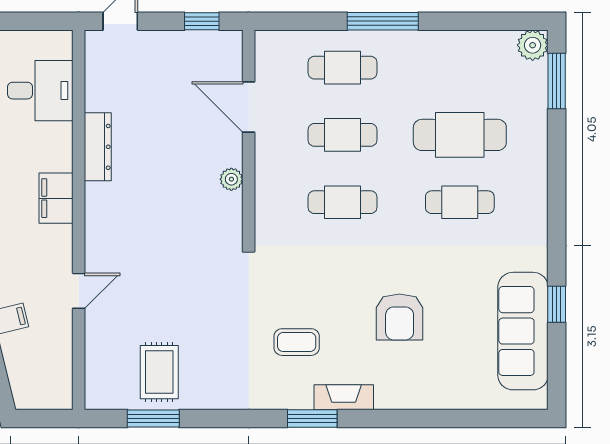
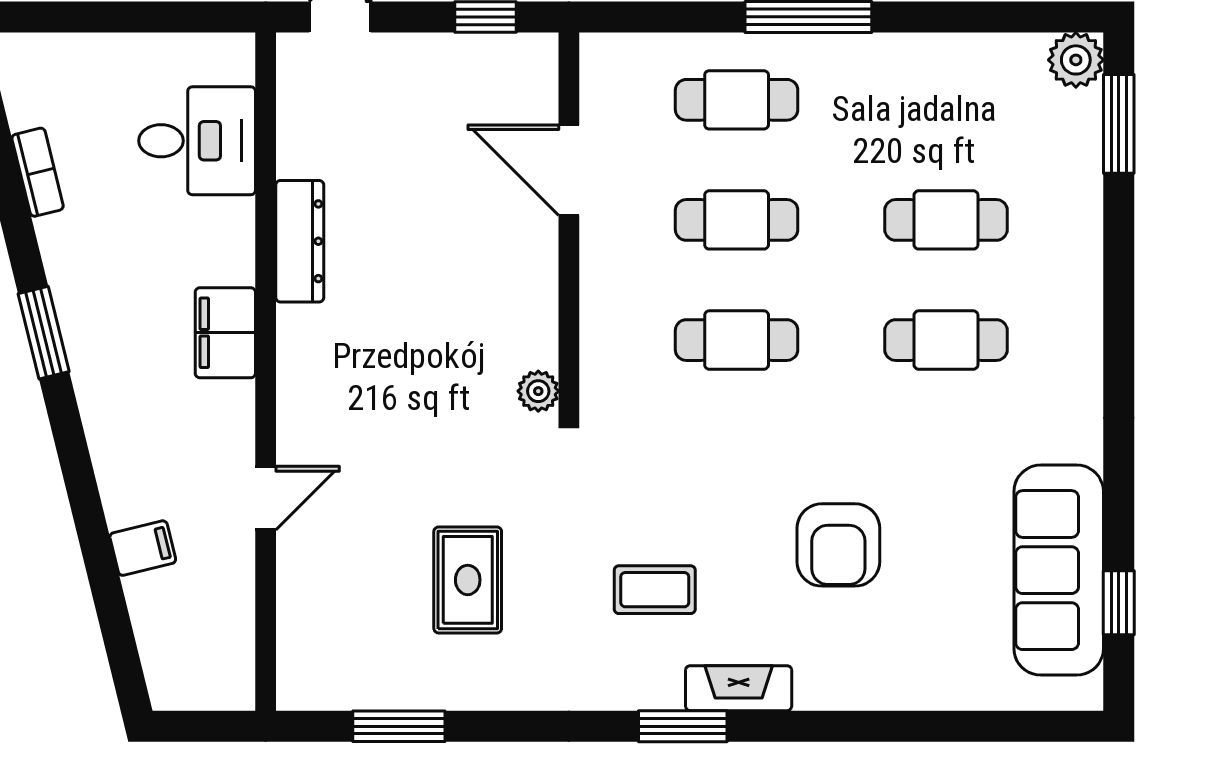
cafe table: (460, 135) -> (946, 220), width x0.73, depth x0.74
plant: (231, 179) -> (538, 391), moved
window: (557, 304) -> (1119, 603), moved
rug: (159, 372) -> (468, 580), moved

